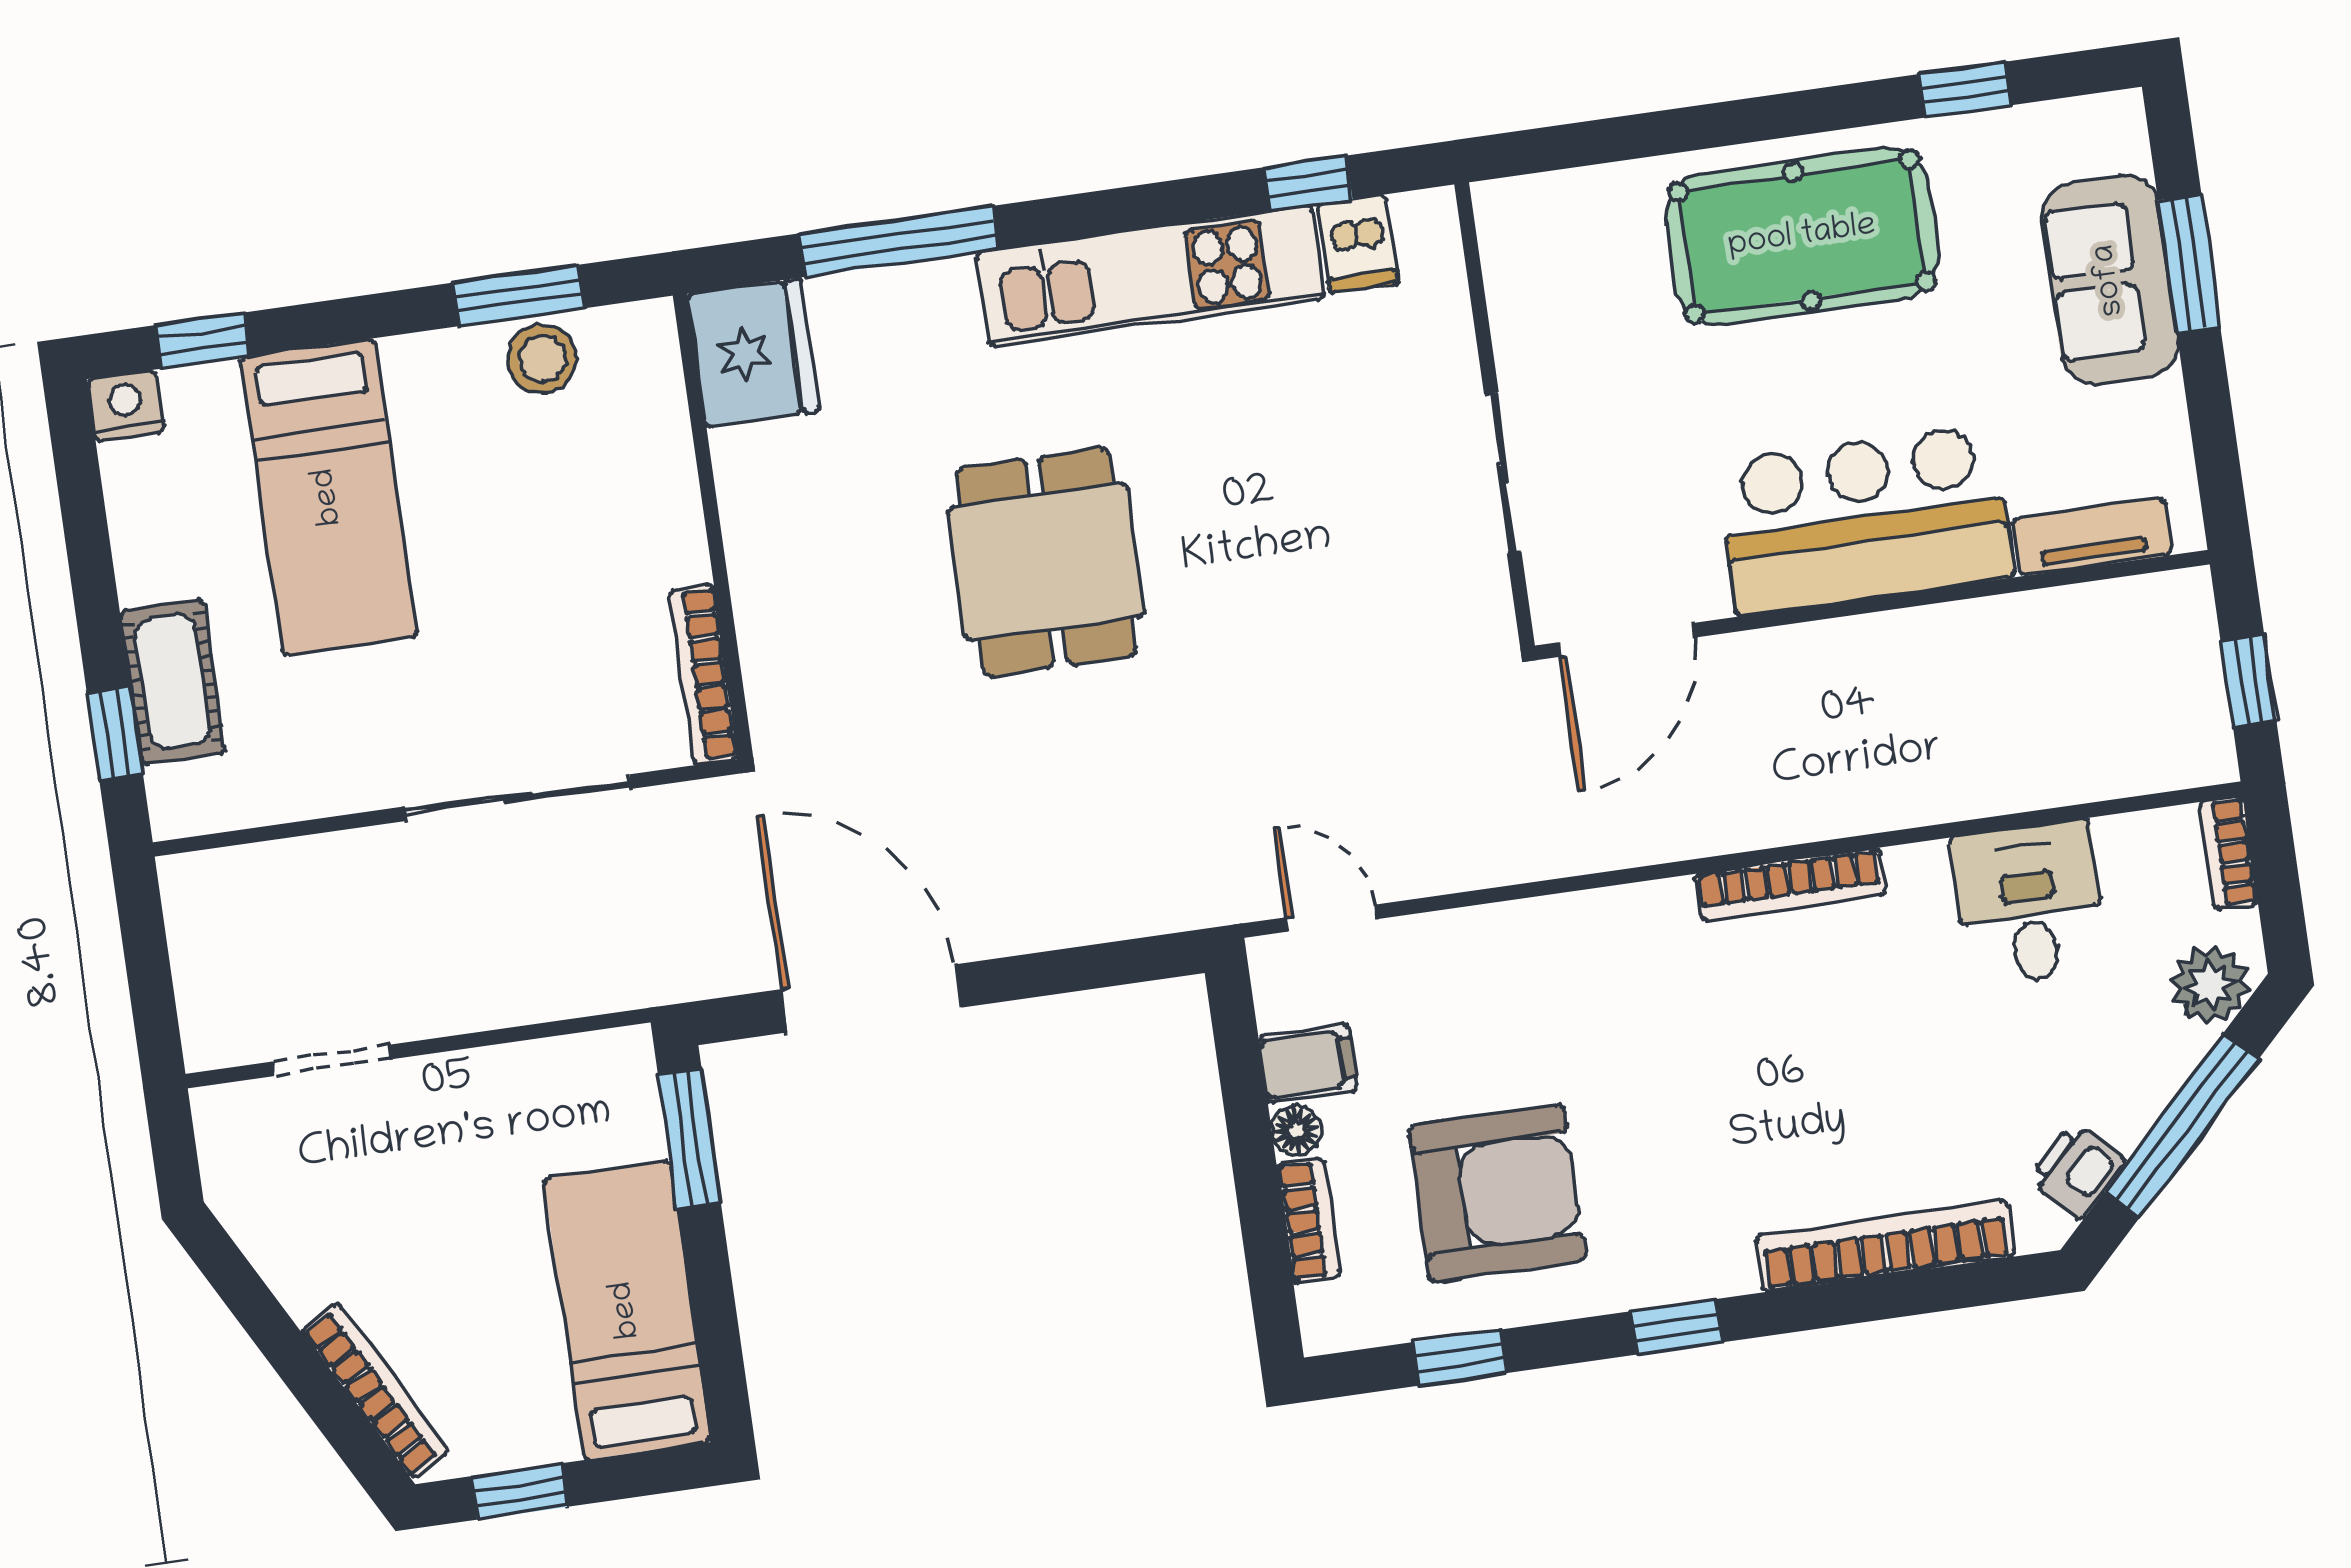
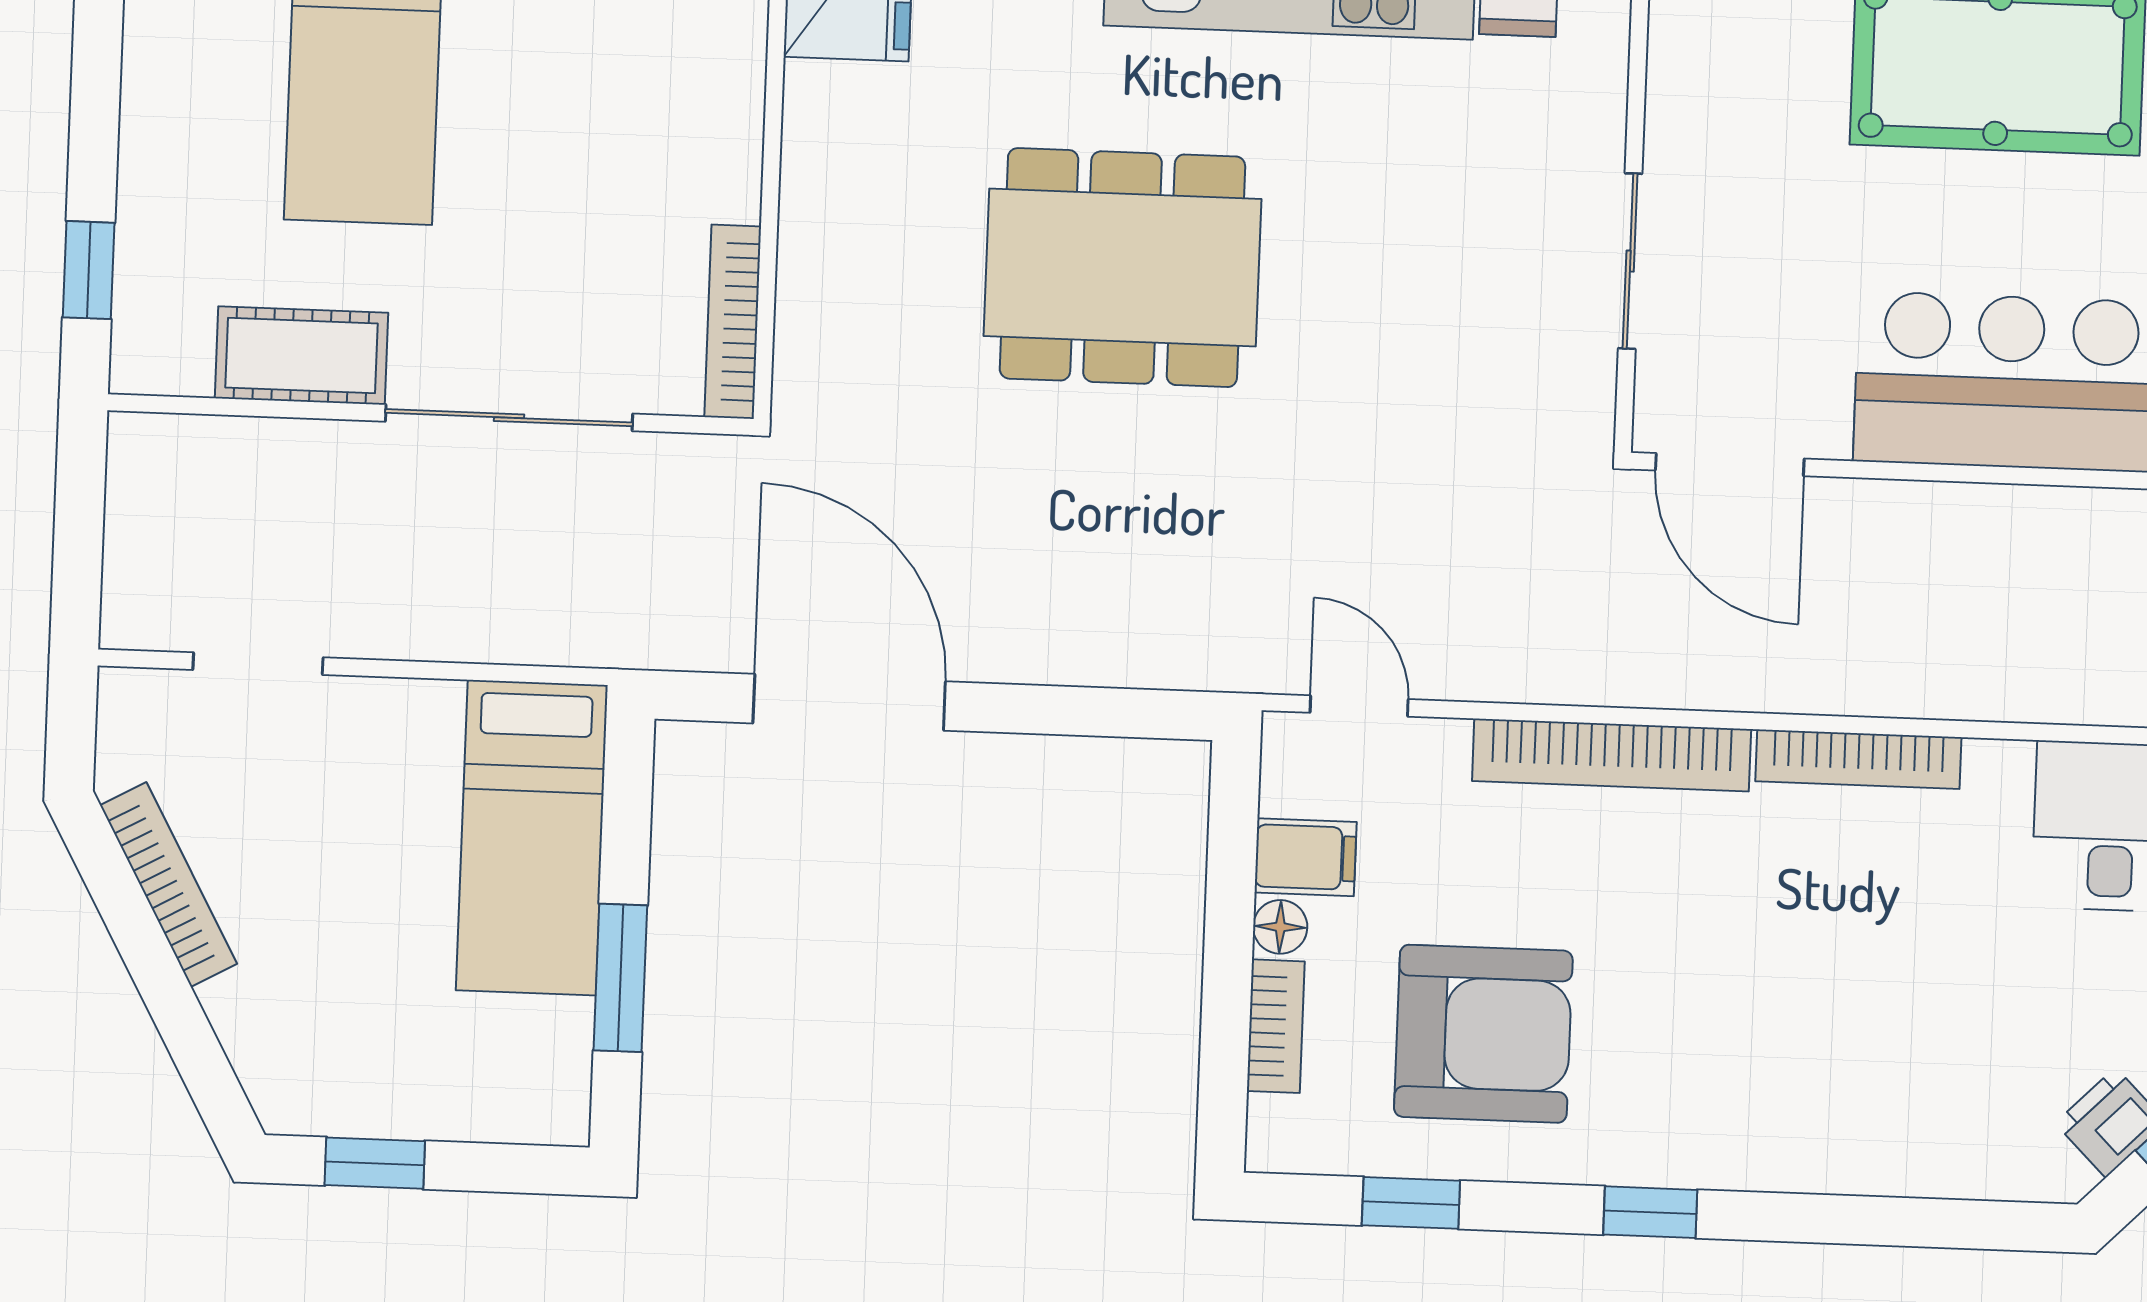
dining table: (1046, 562) -> (1122, 268), width x1.38
door: (1626, 640) -> (1730, 465), hinge flipped
cot: (172, 682) -> (301, 356), moved, turned 90
window: (689, 1139) -> (620, 978), moved
bookcase: (1885, 1246) -> (1612, 755), moved, turned 180
bed: (627, 1310) -> (532, 838), moved, turned 180
bookcase: (375, 1391) -> (169, 884), moved

